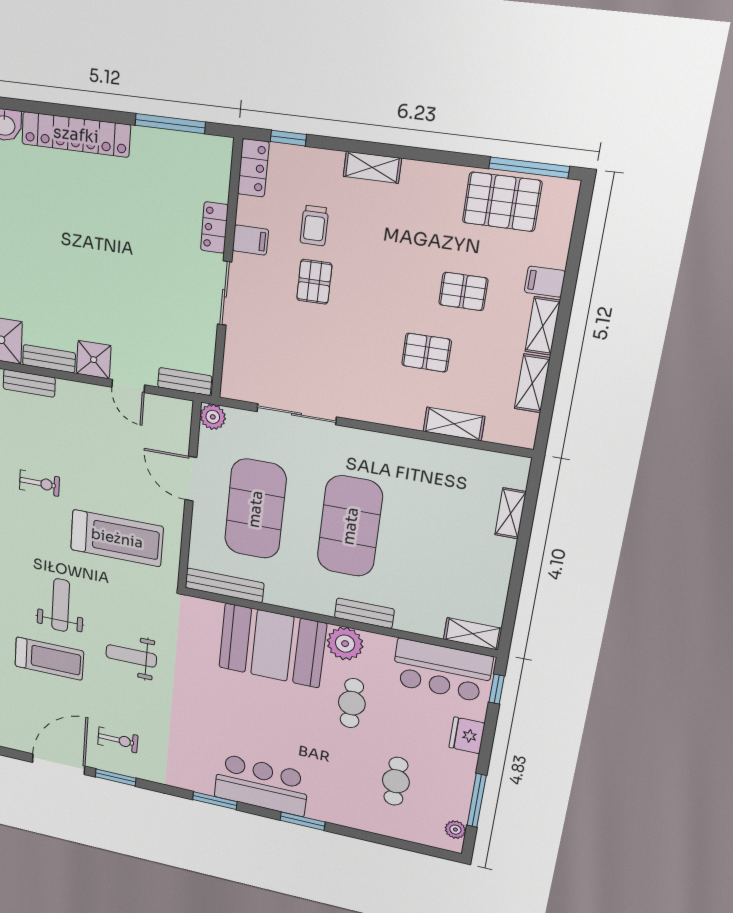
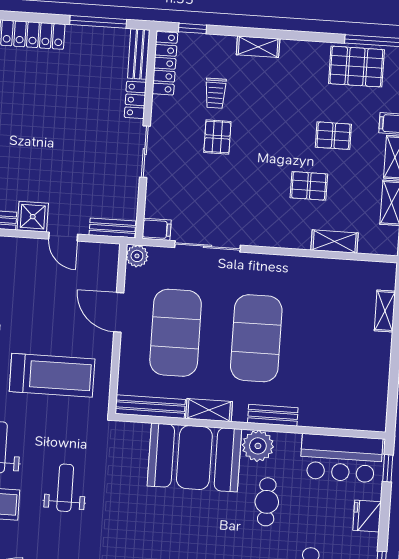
locker: (253, 168) -> (165, 63), width x1.53
bench: (220, 169) -> (139, 54), added
filing cabinet: (250, 240) -> (157, 229), moved
shelving: (473, 634) -> (209, 410), moved
weight bench: (131, 656) -> (65, 488), turned 90

